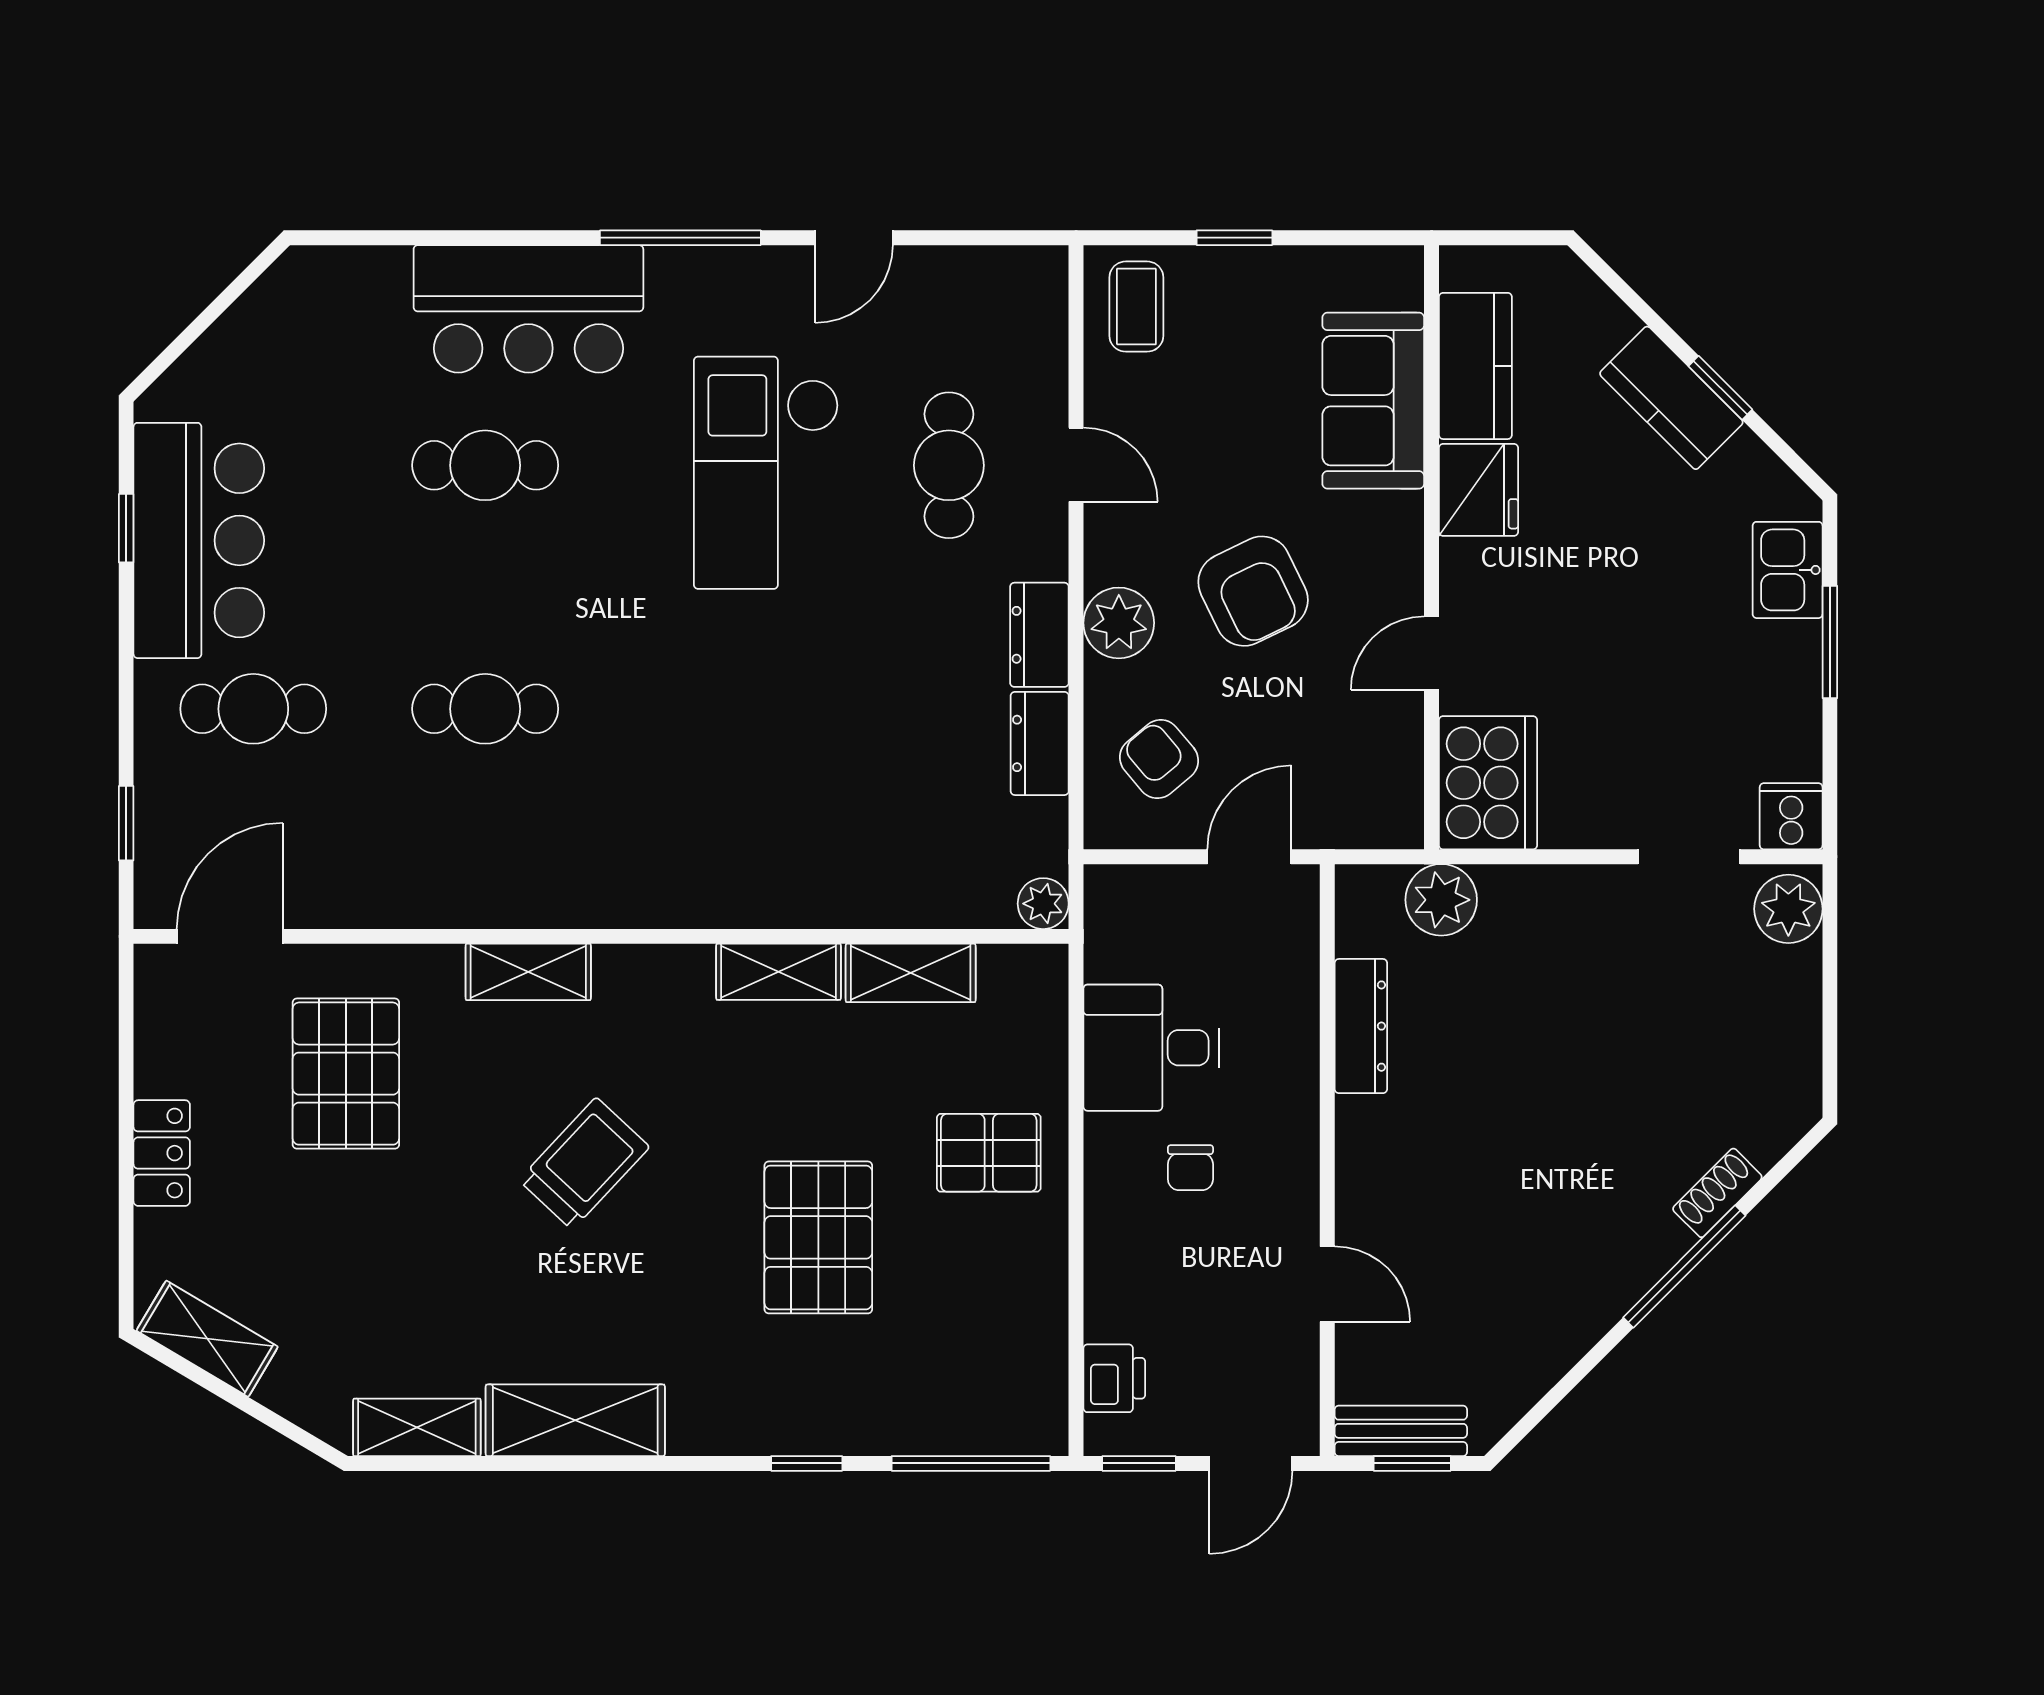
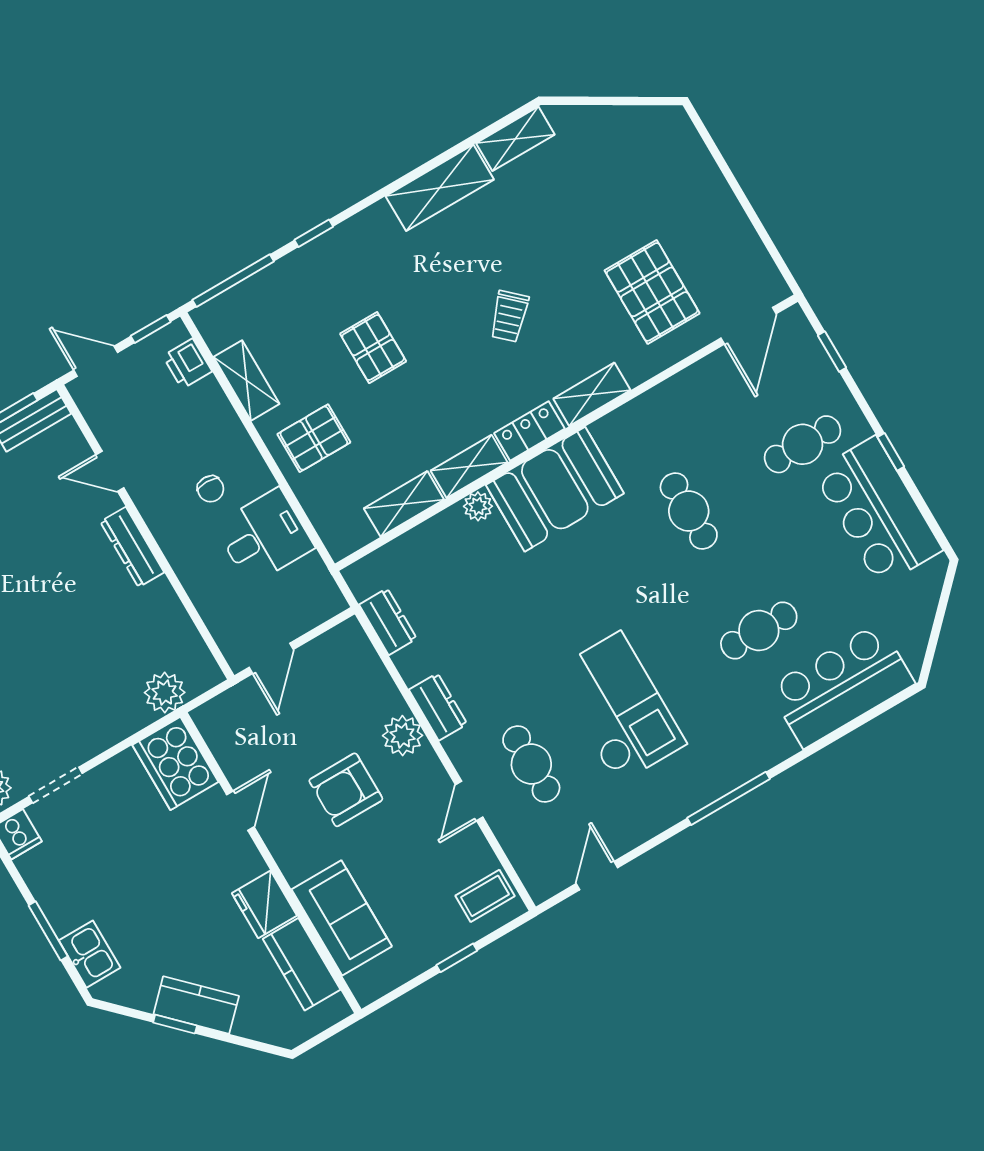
door: (854, 238) -> (597, 876), moved
coffee table: (1136, 307) -> (485, 896), turned 90
bar counter: (528, 309) -> (841, 685), moved
door: (1076, 465) -> (469, 801), hinge flipped
window: (126, 528) -> (891, 452), moved
armchair: (1253, 591) -> (346, 790), turned -64
cafe table: (485, 709) -> (689, 511), turned 90
dresser: (1040, 743) -> (388, 622), moved
armchair: (1159, 759) -> (344, 680), removed
booth: (669, 861) -> (555, 489), added
plant: (1043, 904) -> (478, 506), moved
dresser: (1361, 1026) -> (132, 547), moved
locker: (162, 1153) -> (529, 431), moved, turned 90
trolley: (584, 1164) -> (509, 316), width x0.73, depth x0.72
chair: (1190, 1168) -> (211, 489), turned 180
pallet: (818, 1237) -> (373, 348), width x0.67, depth x0.71
shelving: (207, 1339) -> (247, 380), moved, turned 59
door: (1251, 1463) -> (96, 361), hinge flipped

